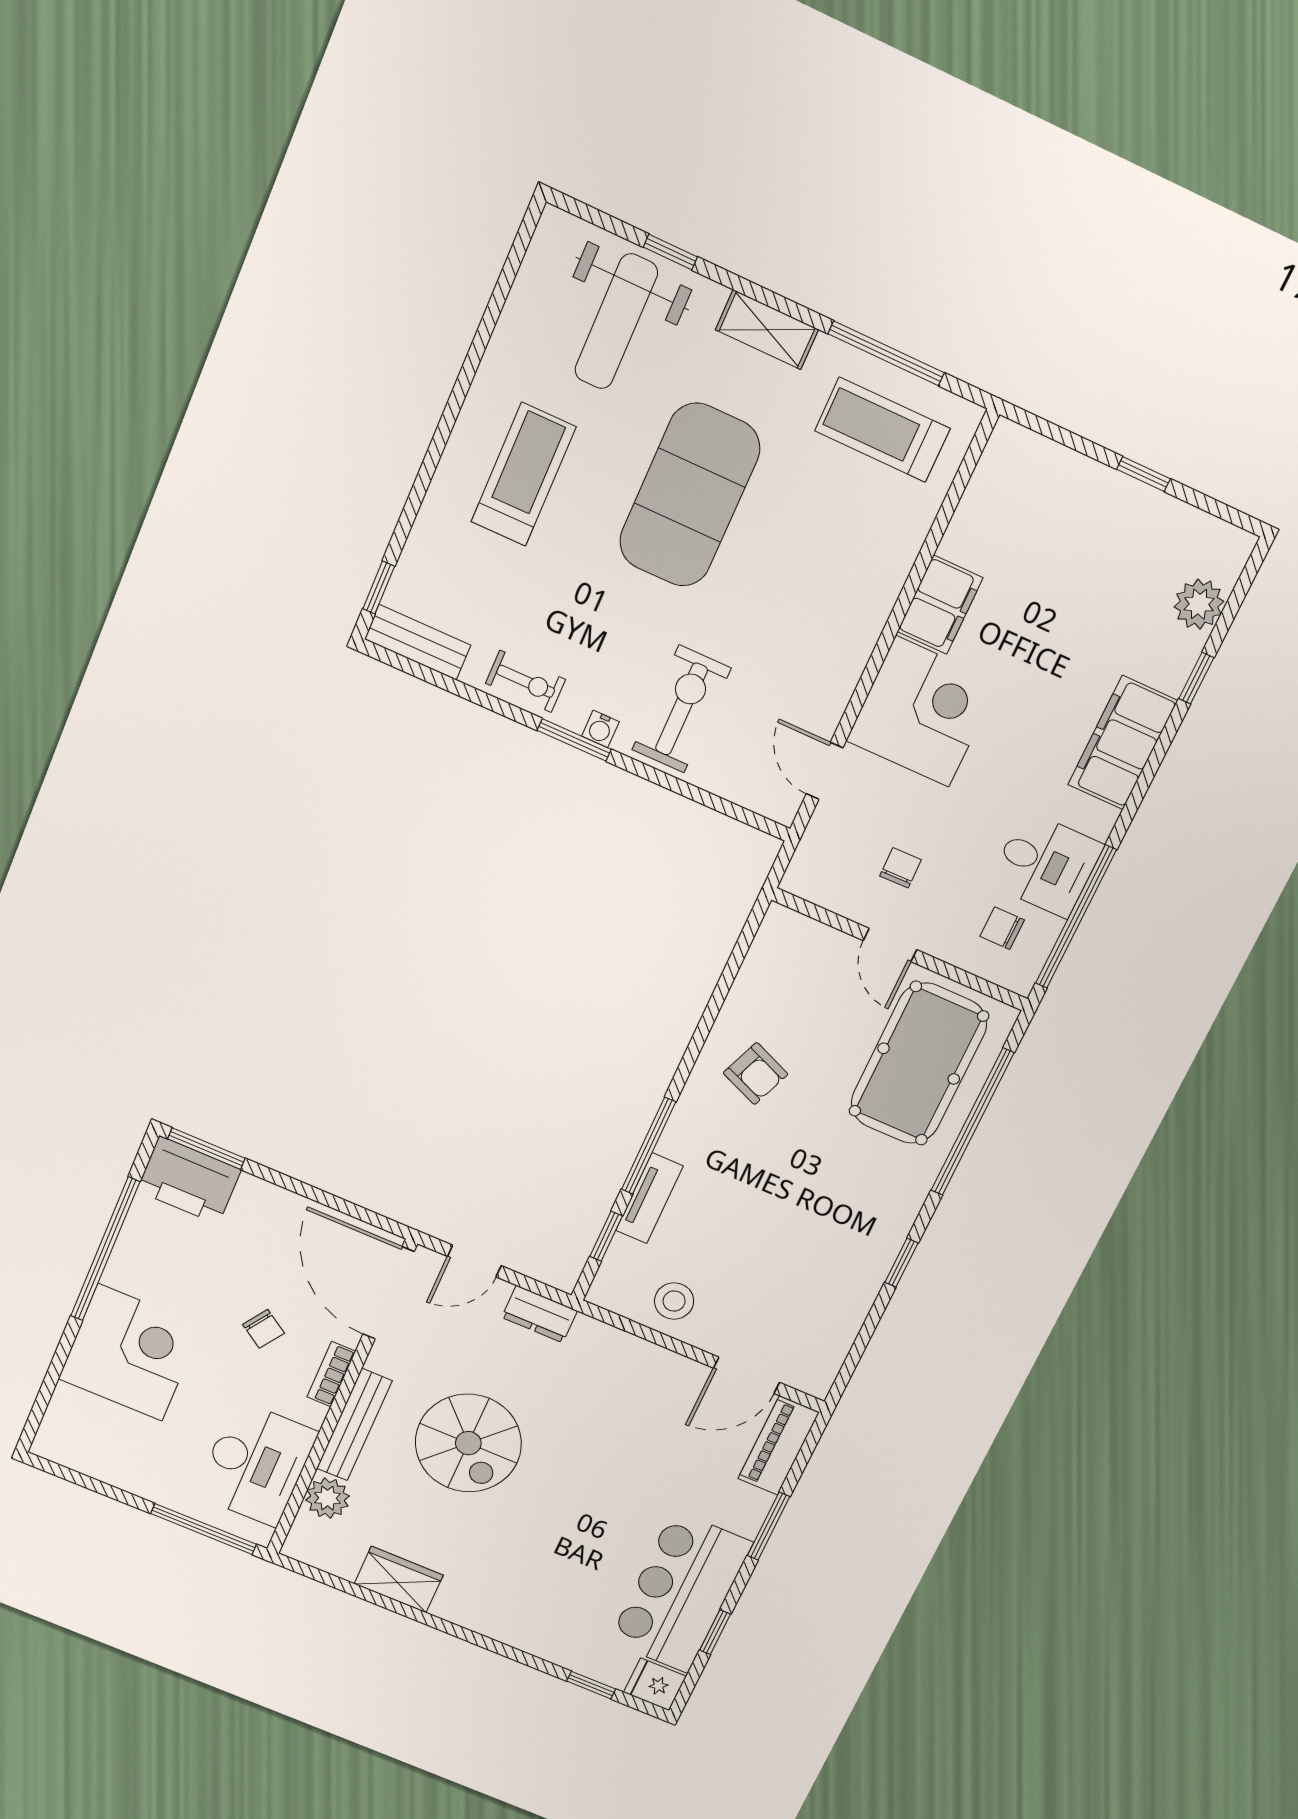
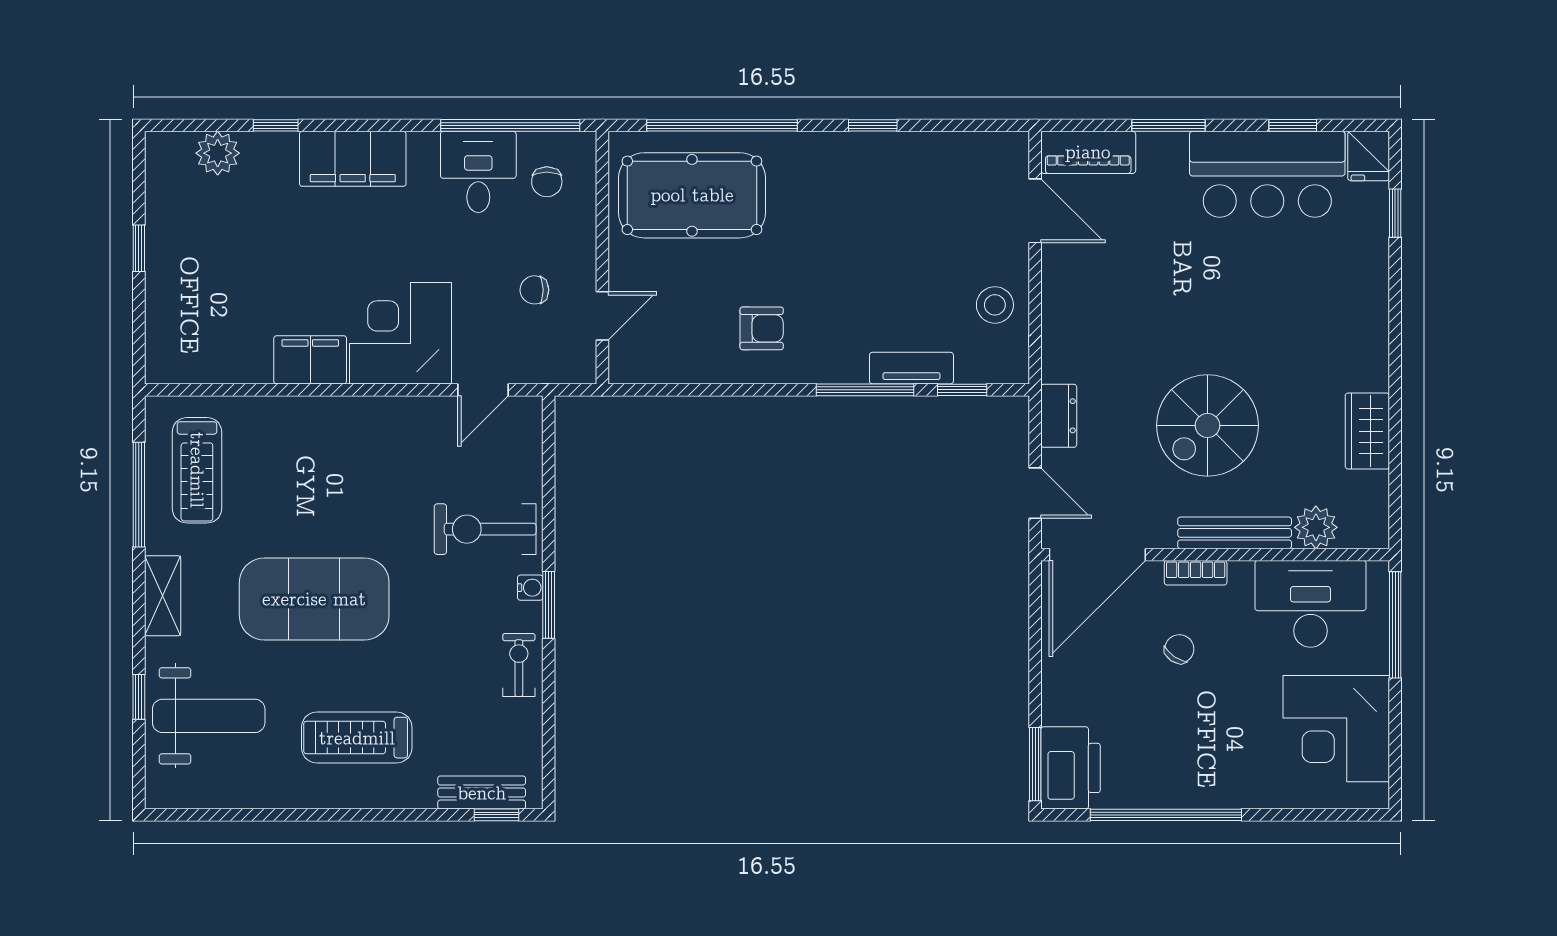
bench: (418, 642) -> (482, 793), moved, turned 90
door: (890, 945) -> (602, 316), moved
armchair: (756, 1074) -> (762, 328), turned 68
corner desk: (130, 1352) -> (1336, 729), moved, turned -90
spiral stairs: (468, 1443) -> (1208, 425), turned 180

